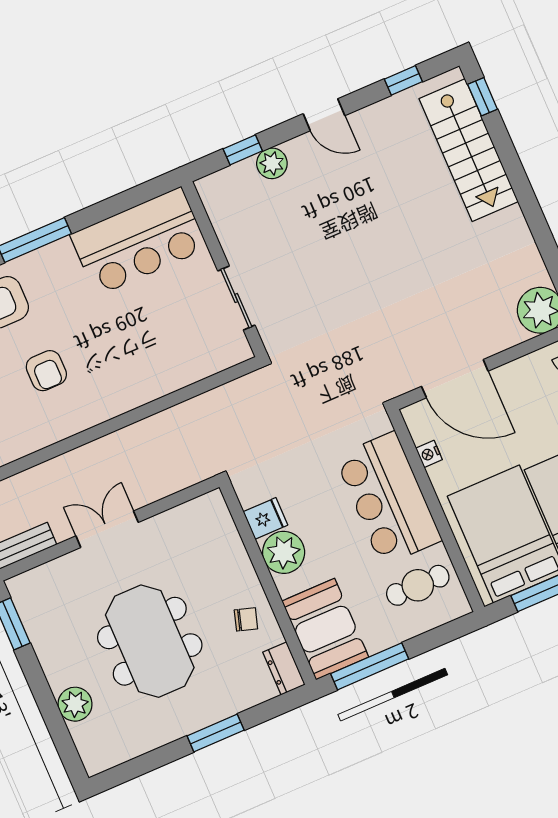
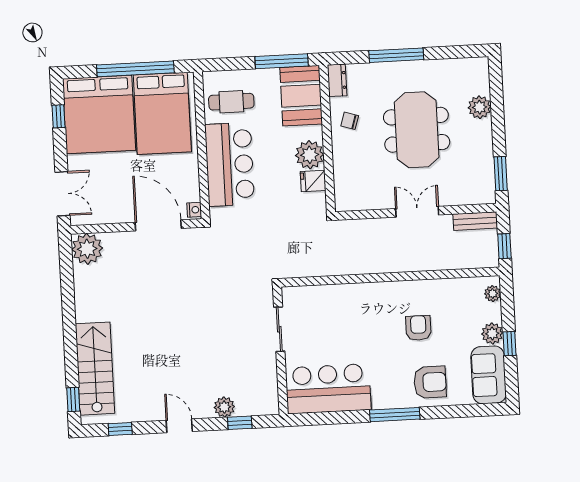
nightstand: (429, 454) -> (194, 210), moved
double door: (107, 529) -> (417, 212), swing flipped
window: (216, 733) -> (396, 55), width x1.44

